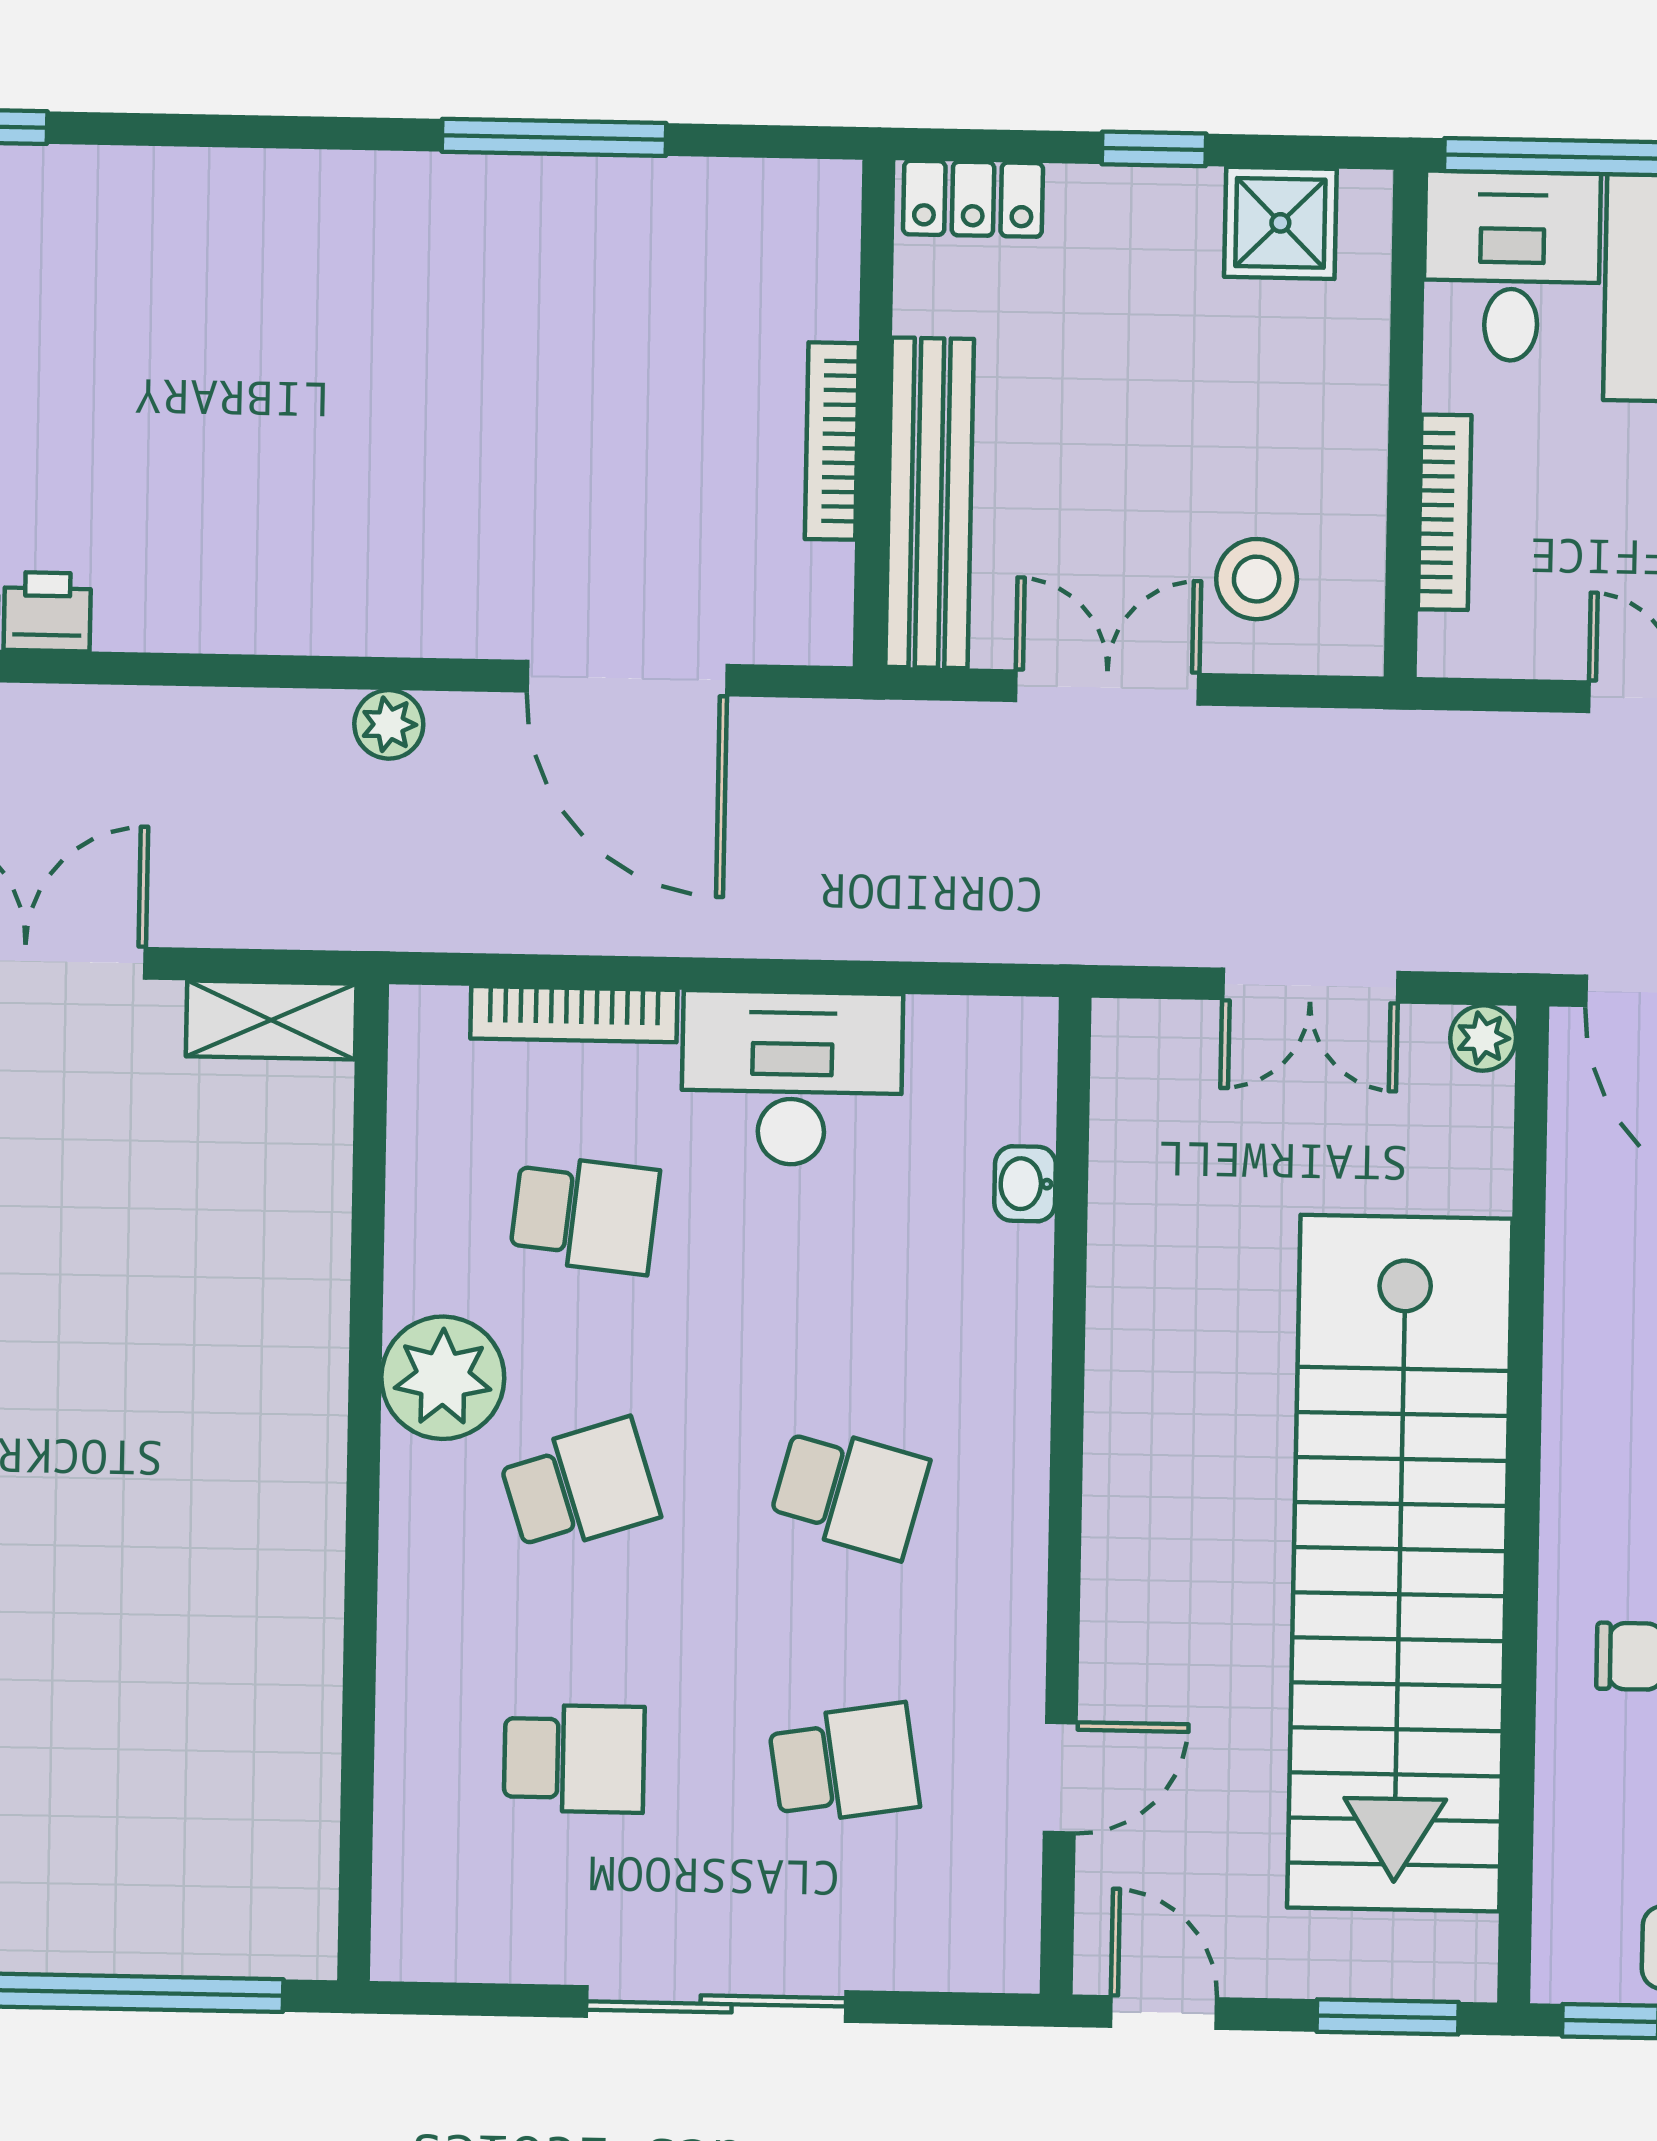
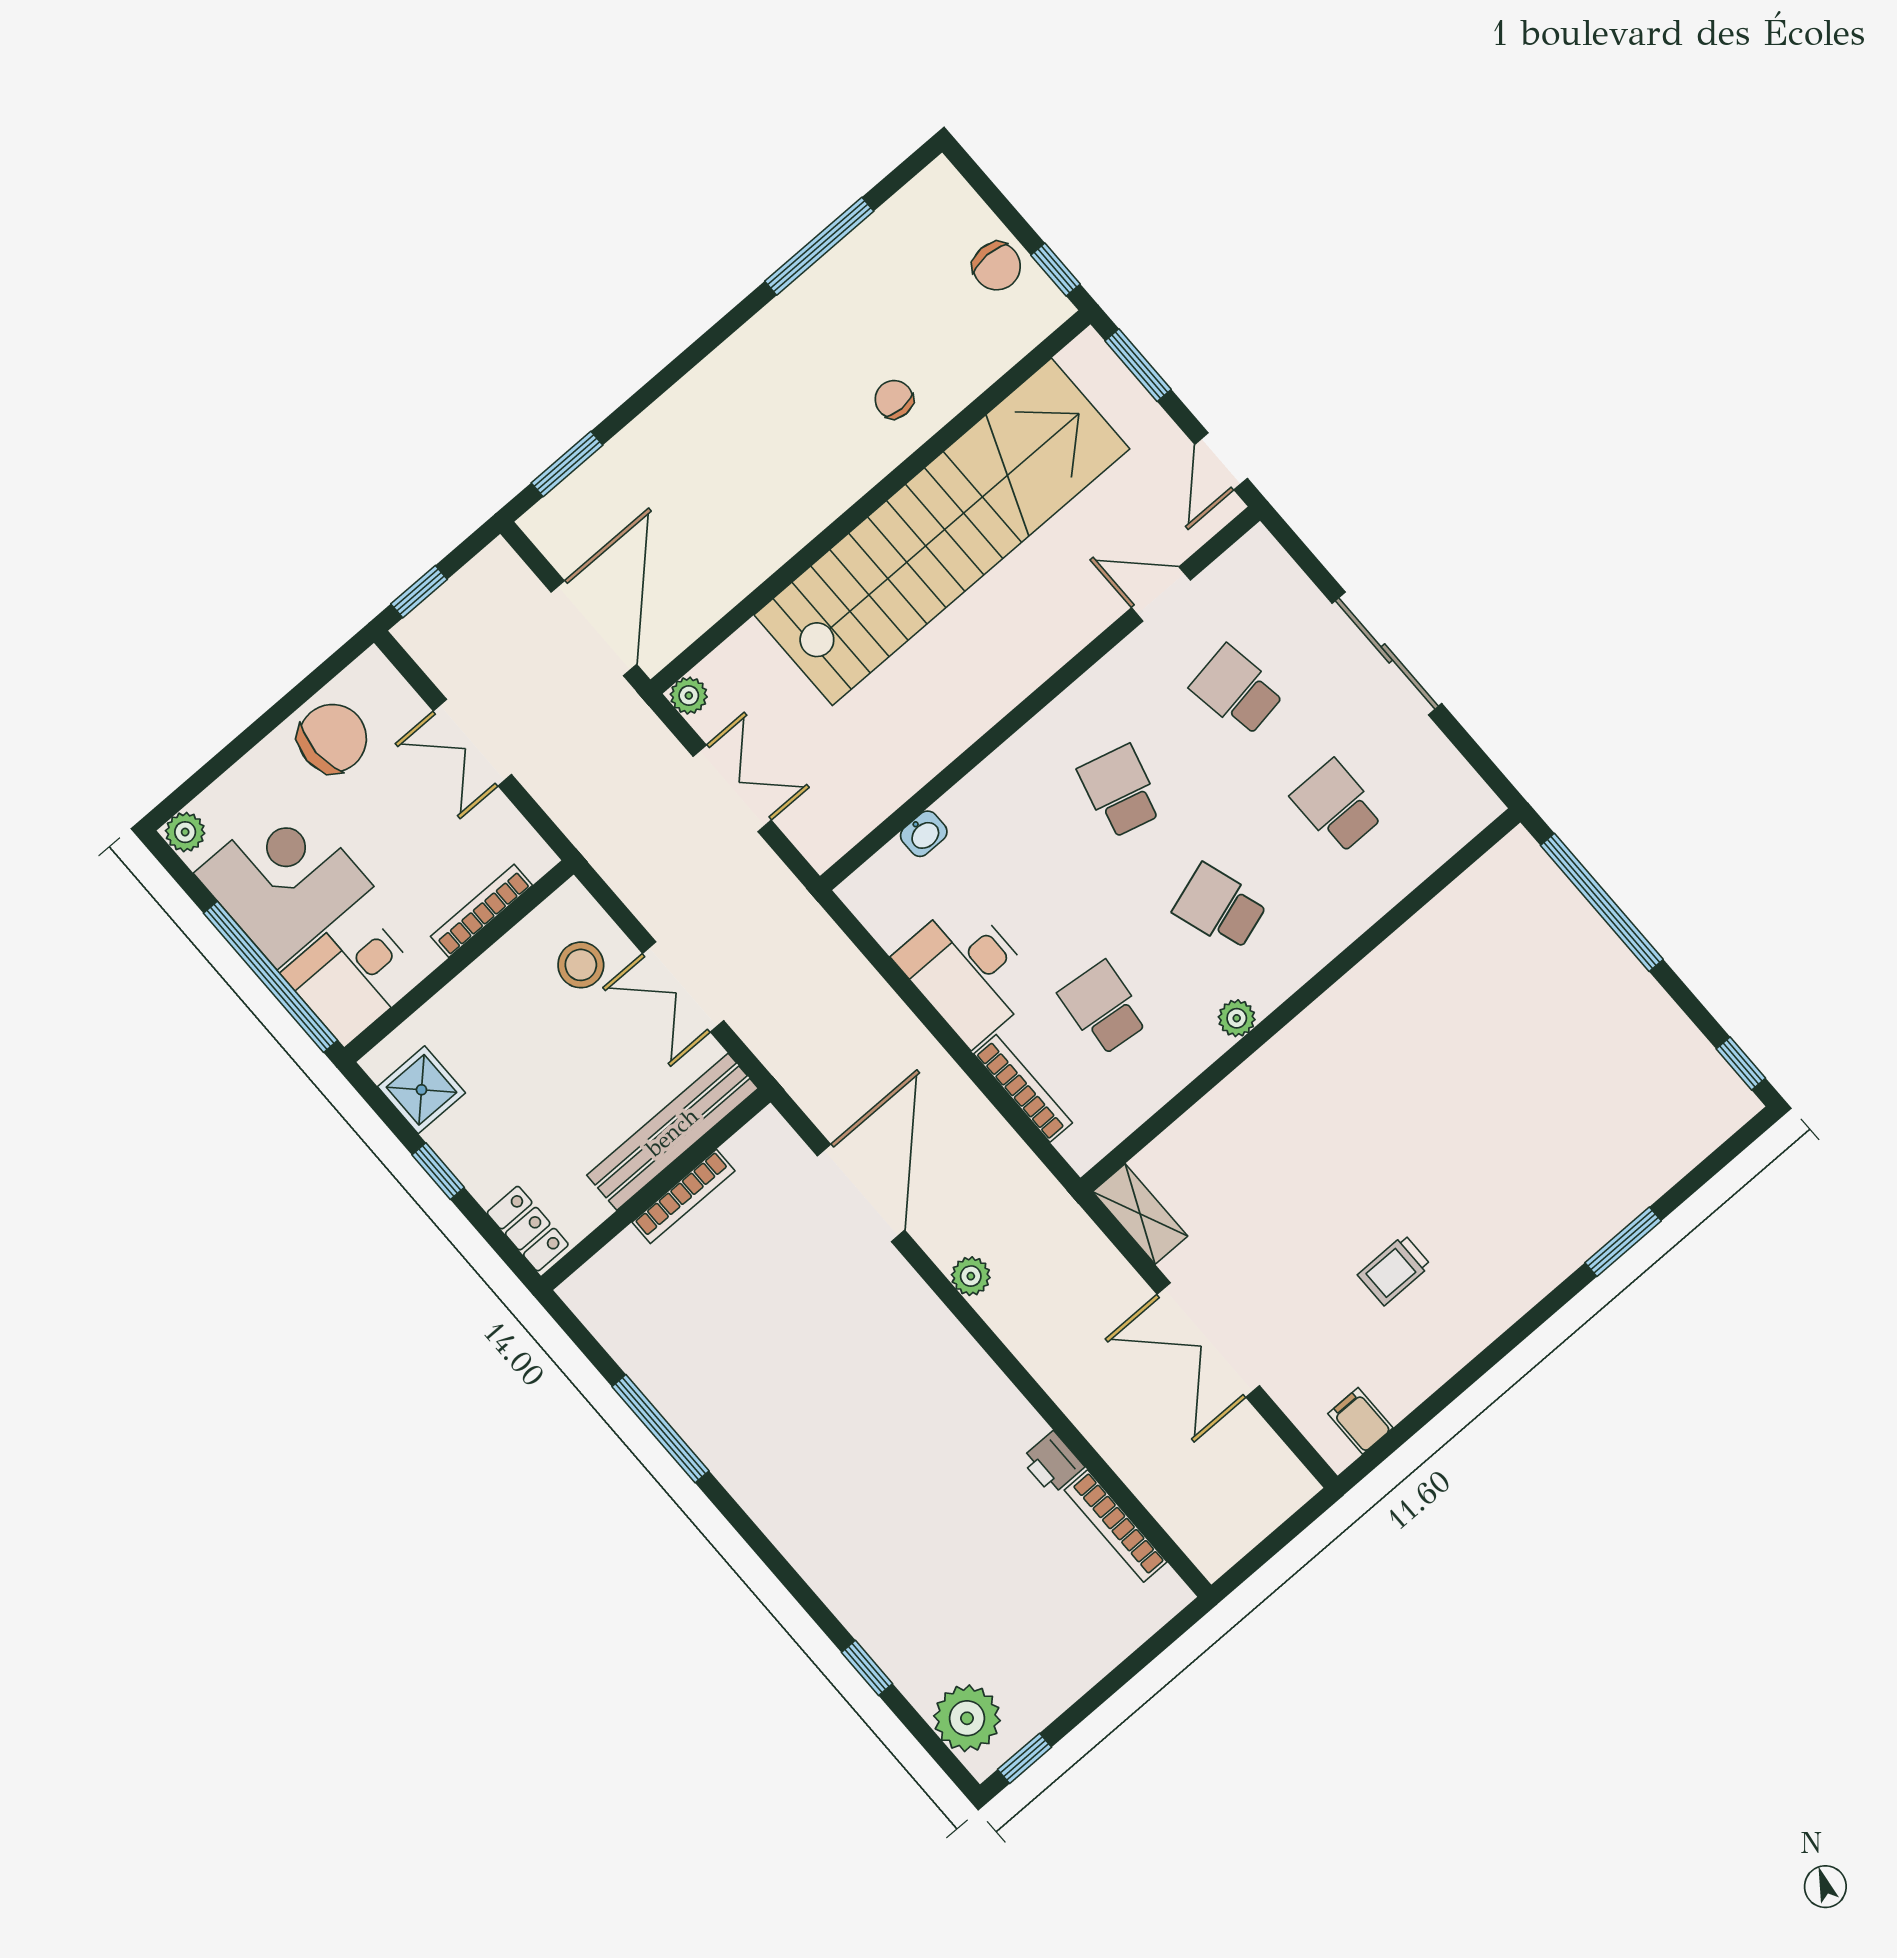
plant: (443, 1378) -> (1237, 1018), width x0.53, depth x0.53

